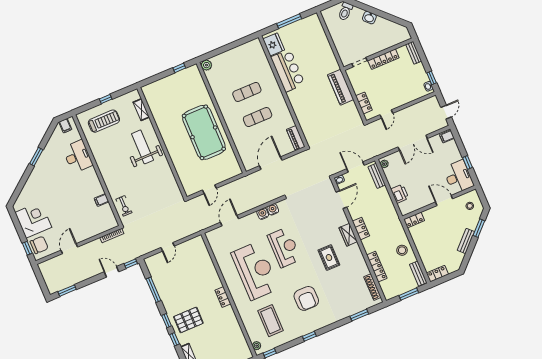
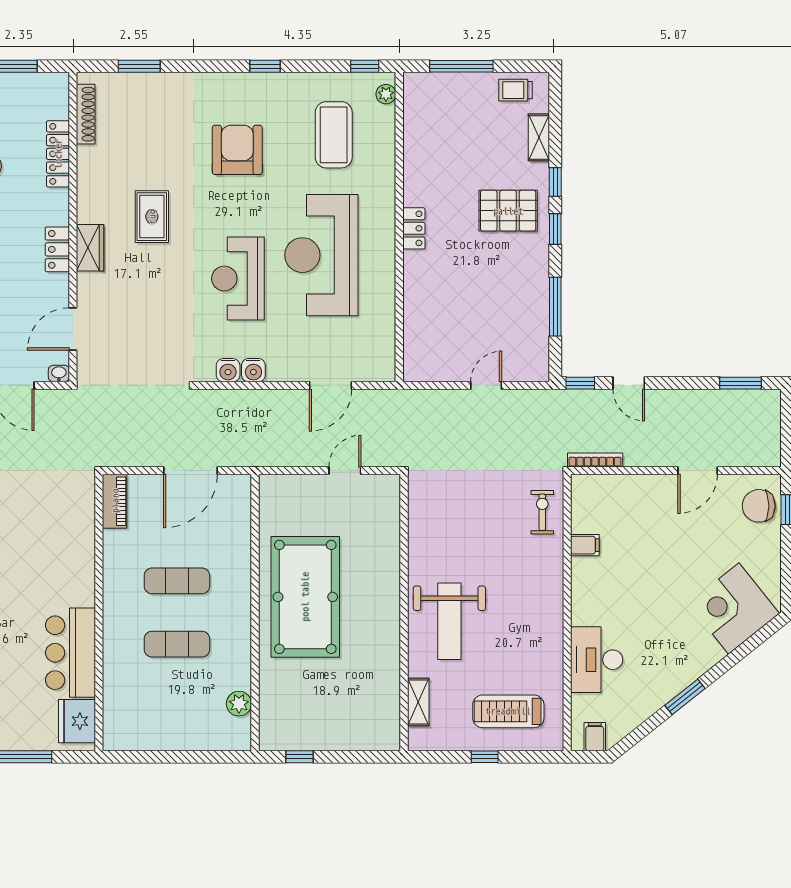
plant: (206, 65) -> (239, 704), moved
corner desk: (33, 220) -> (734, 608), moved, turned 51

